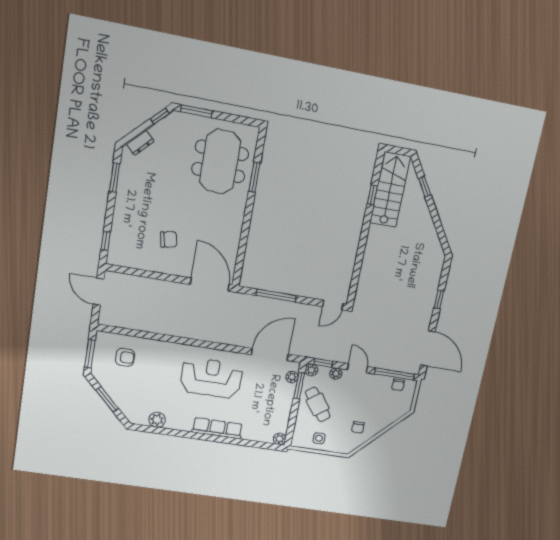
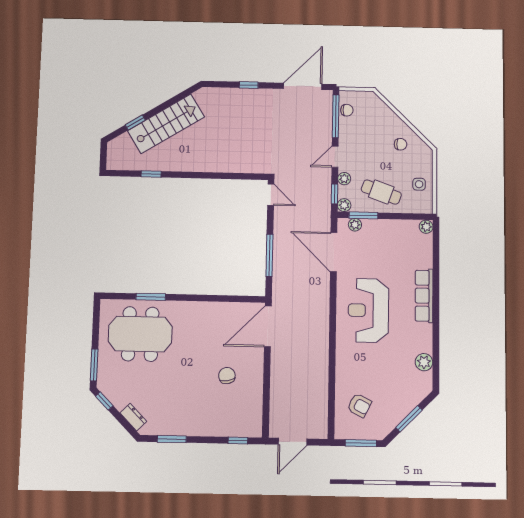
stairs: (390, 190) -> (166, 124), moved, turned 148
armchair: (125, 357) -> (359, 405), turned 117
cafe table: (318, 404) -> (381, 192), turned 56

